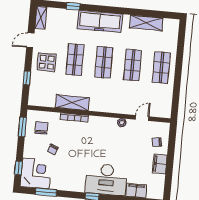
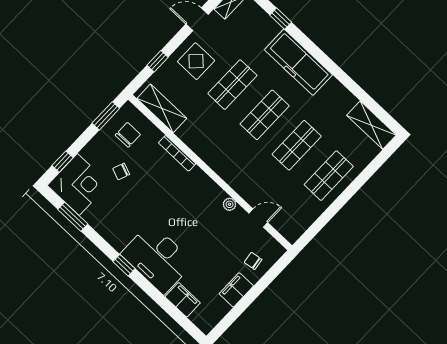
shelving: (146, 23) -> (371, 125), moved
shelving: (72, 103) -> (162, 108), moved

